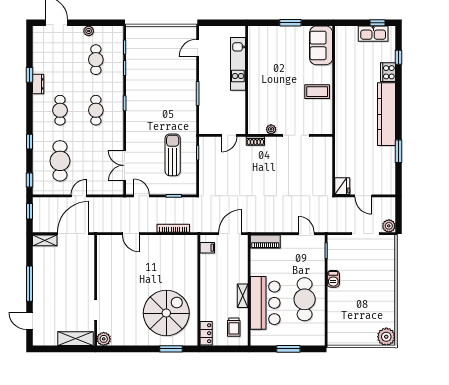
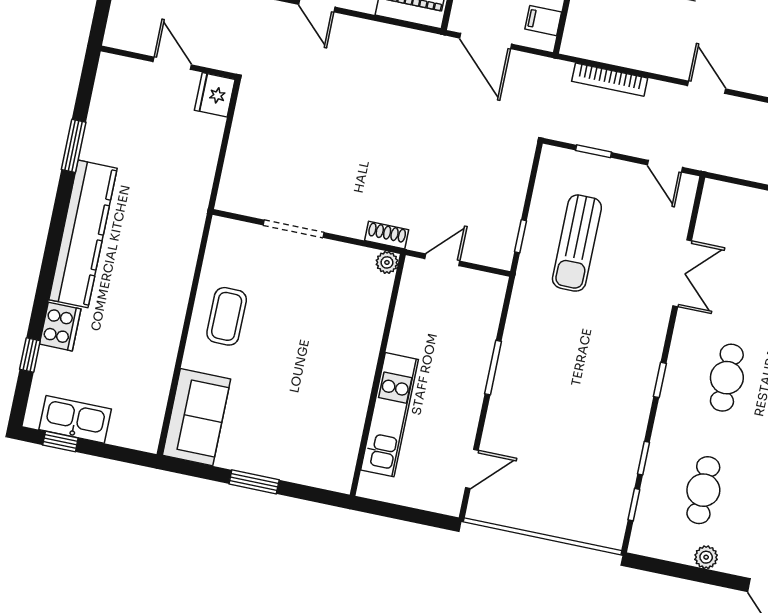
coffee table: (317, 92) -> (227, 316), turned 90
plant: (271, 129) -> (387, 262), moved
double door: (125, 165) -> (682, 273), moved
door: (230, 234) -> (486, 41), hinge flipped

